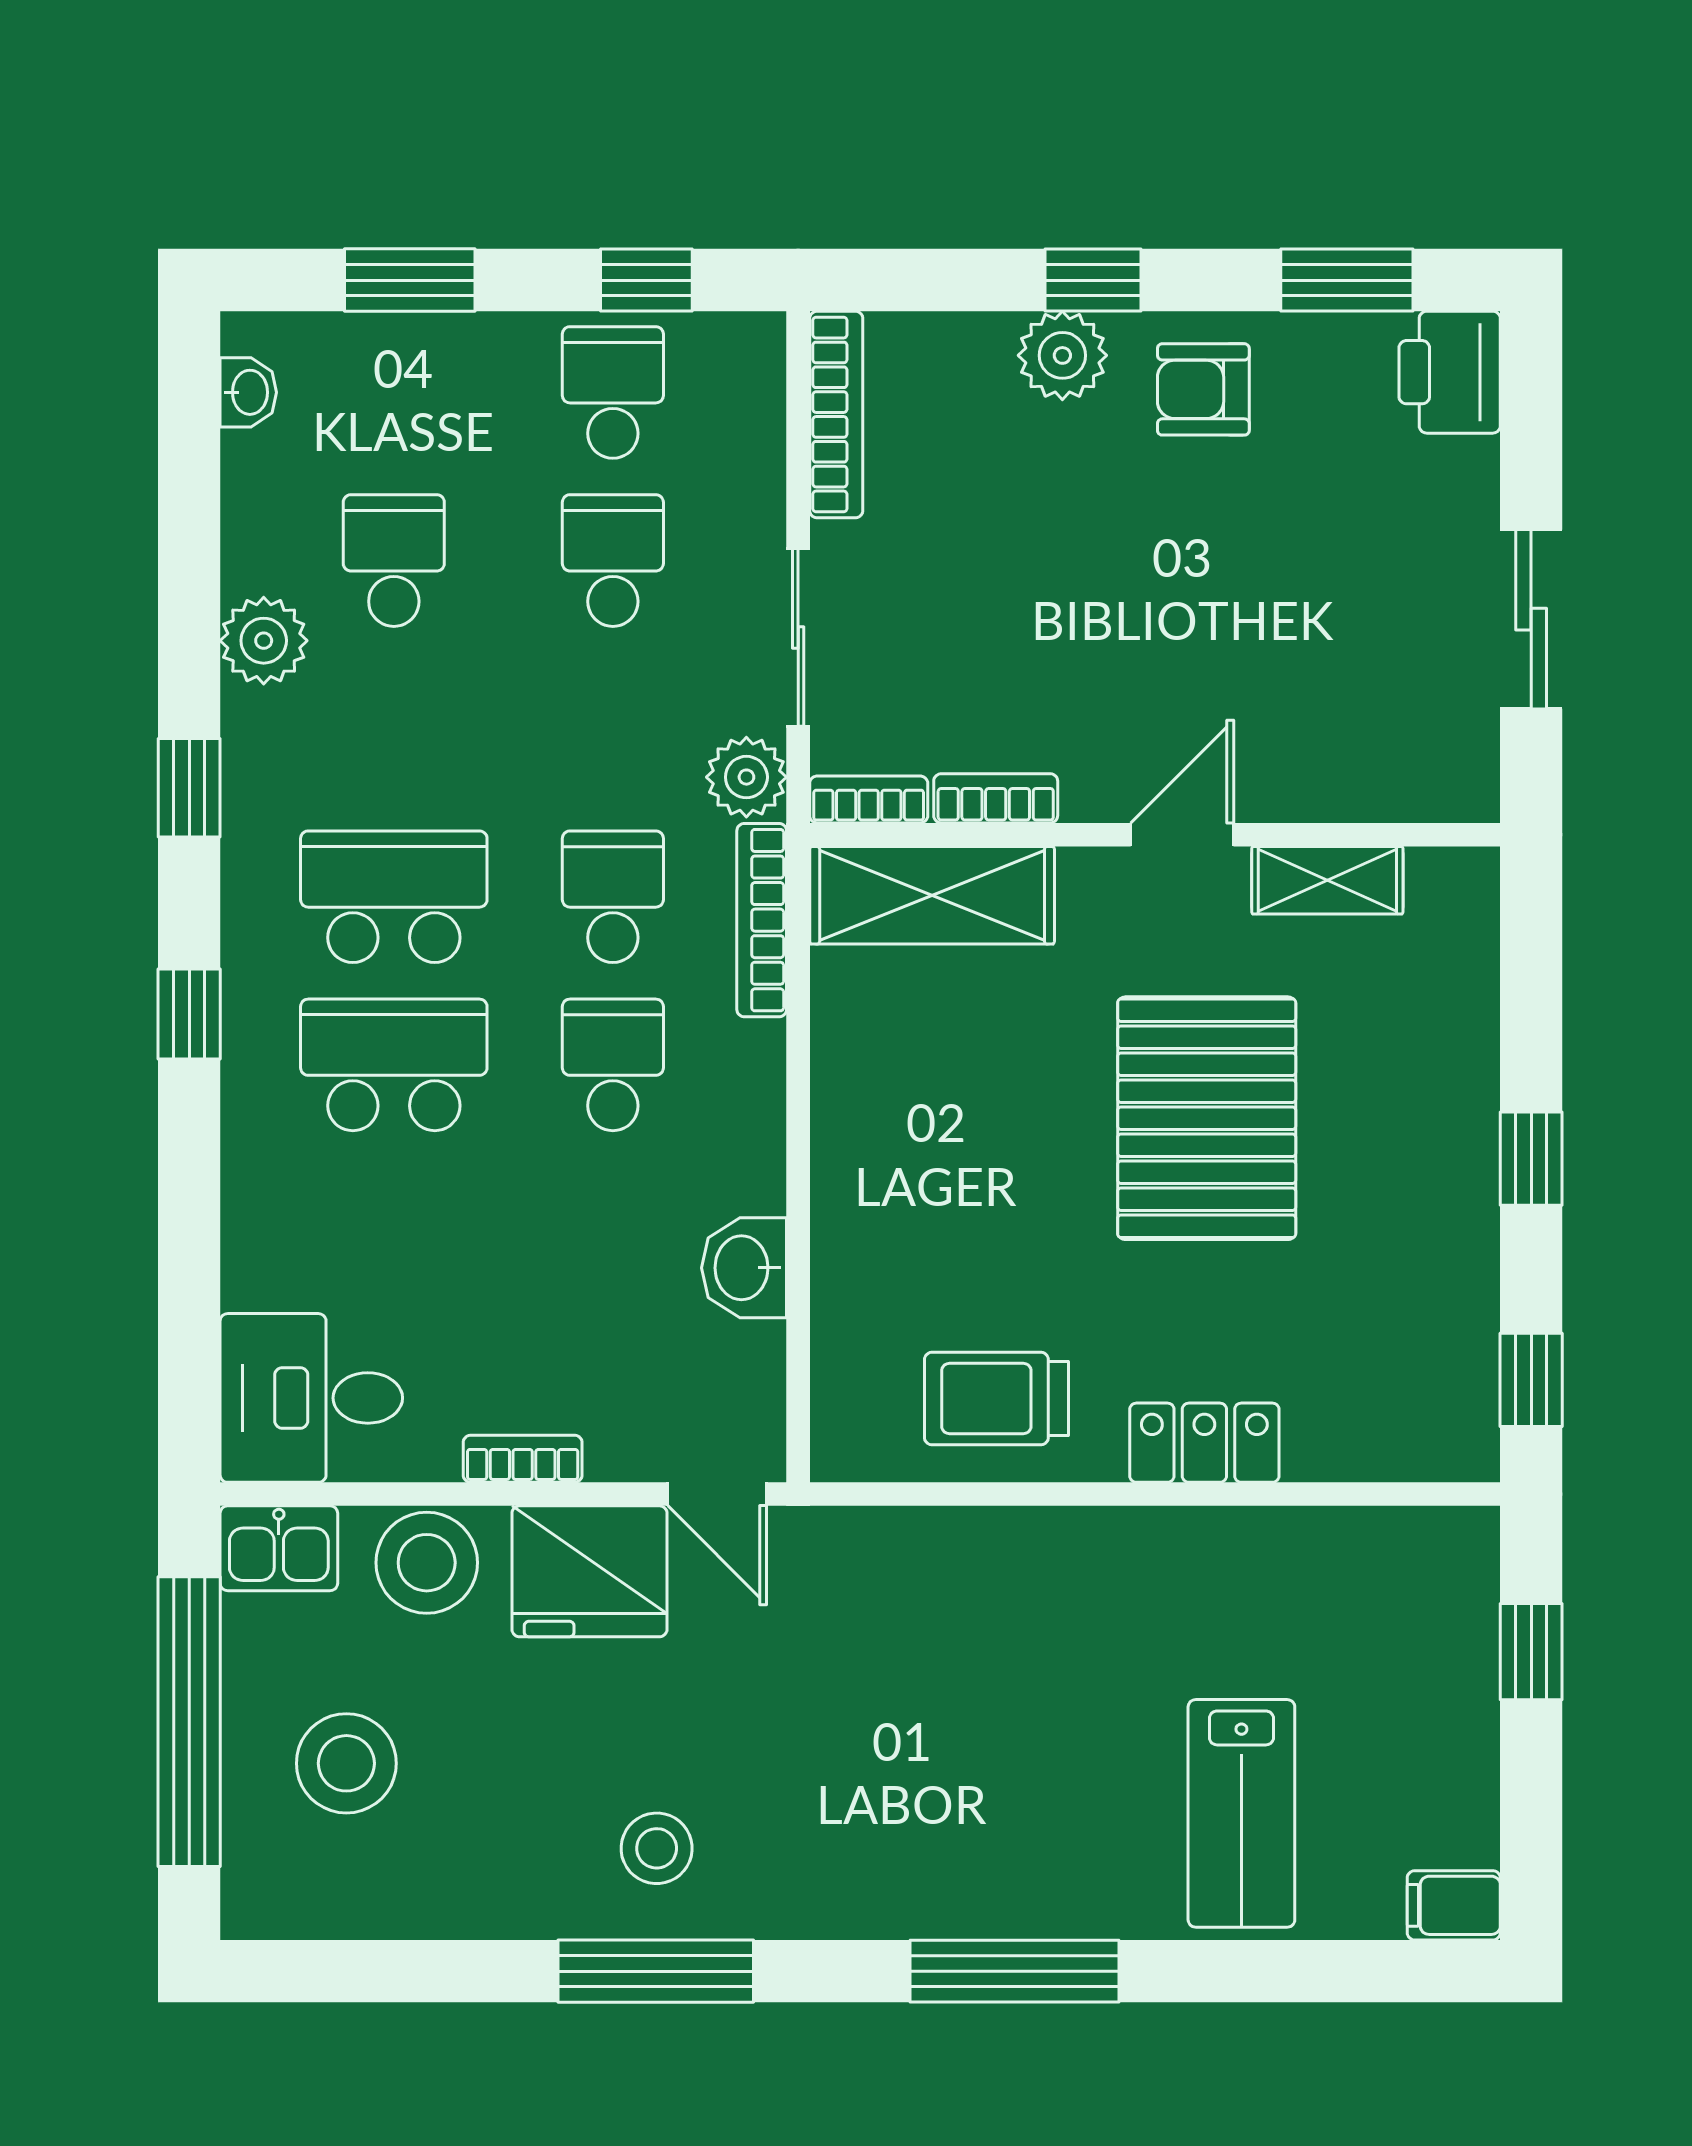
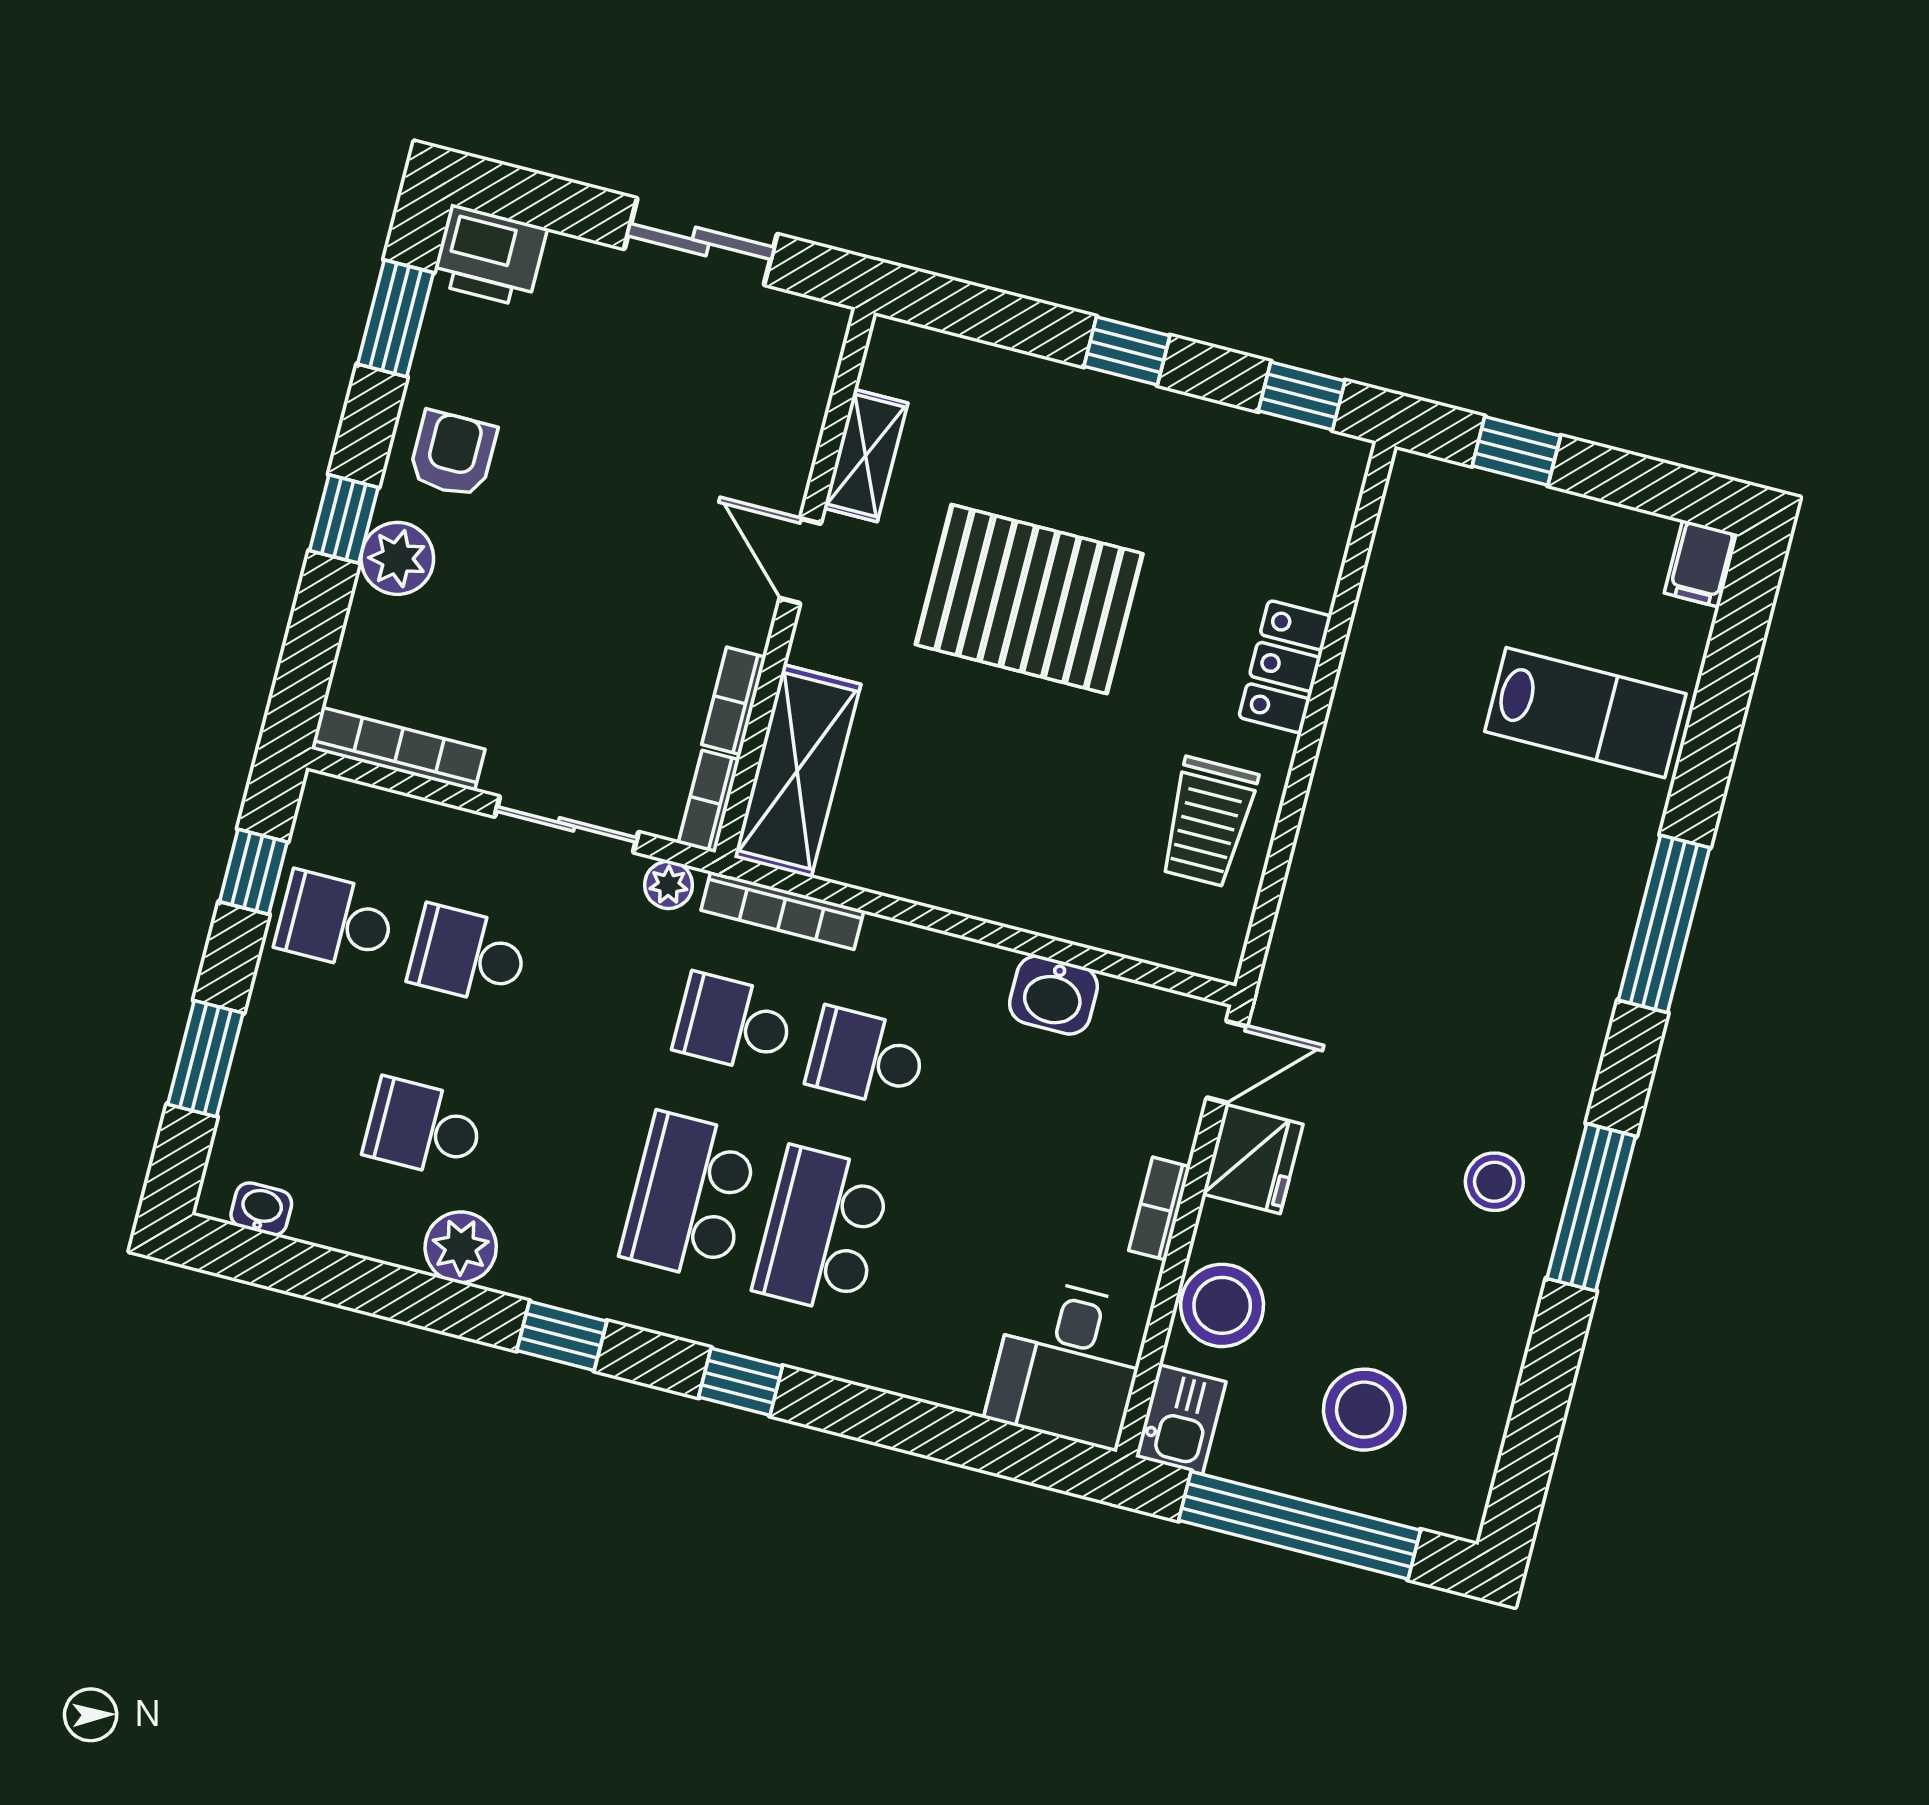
armchair: (1203, 389) -> (453, 454), turned 180
plant: (746, 777) -> (669, 885), width x0.73, depth x0.73
fridge: (589, 1571) -> (1253, 1159), width x0.73, depth x0.75

